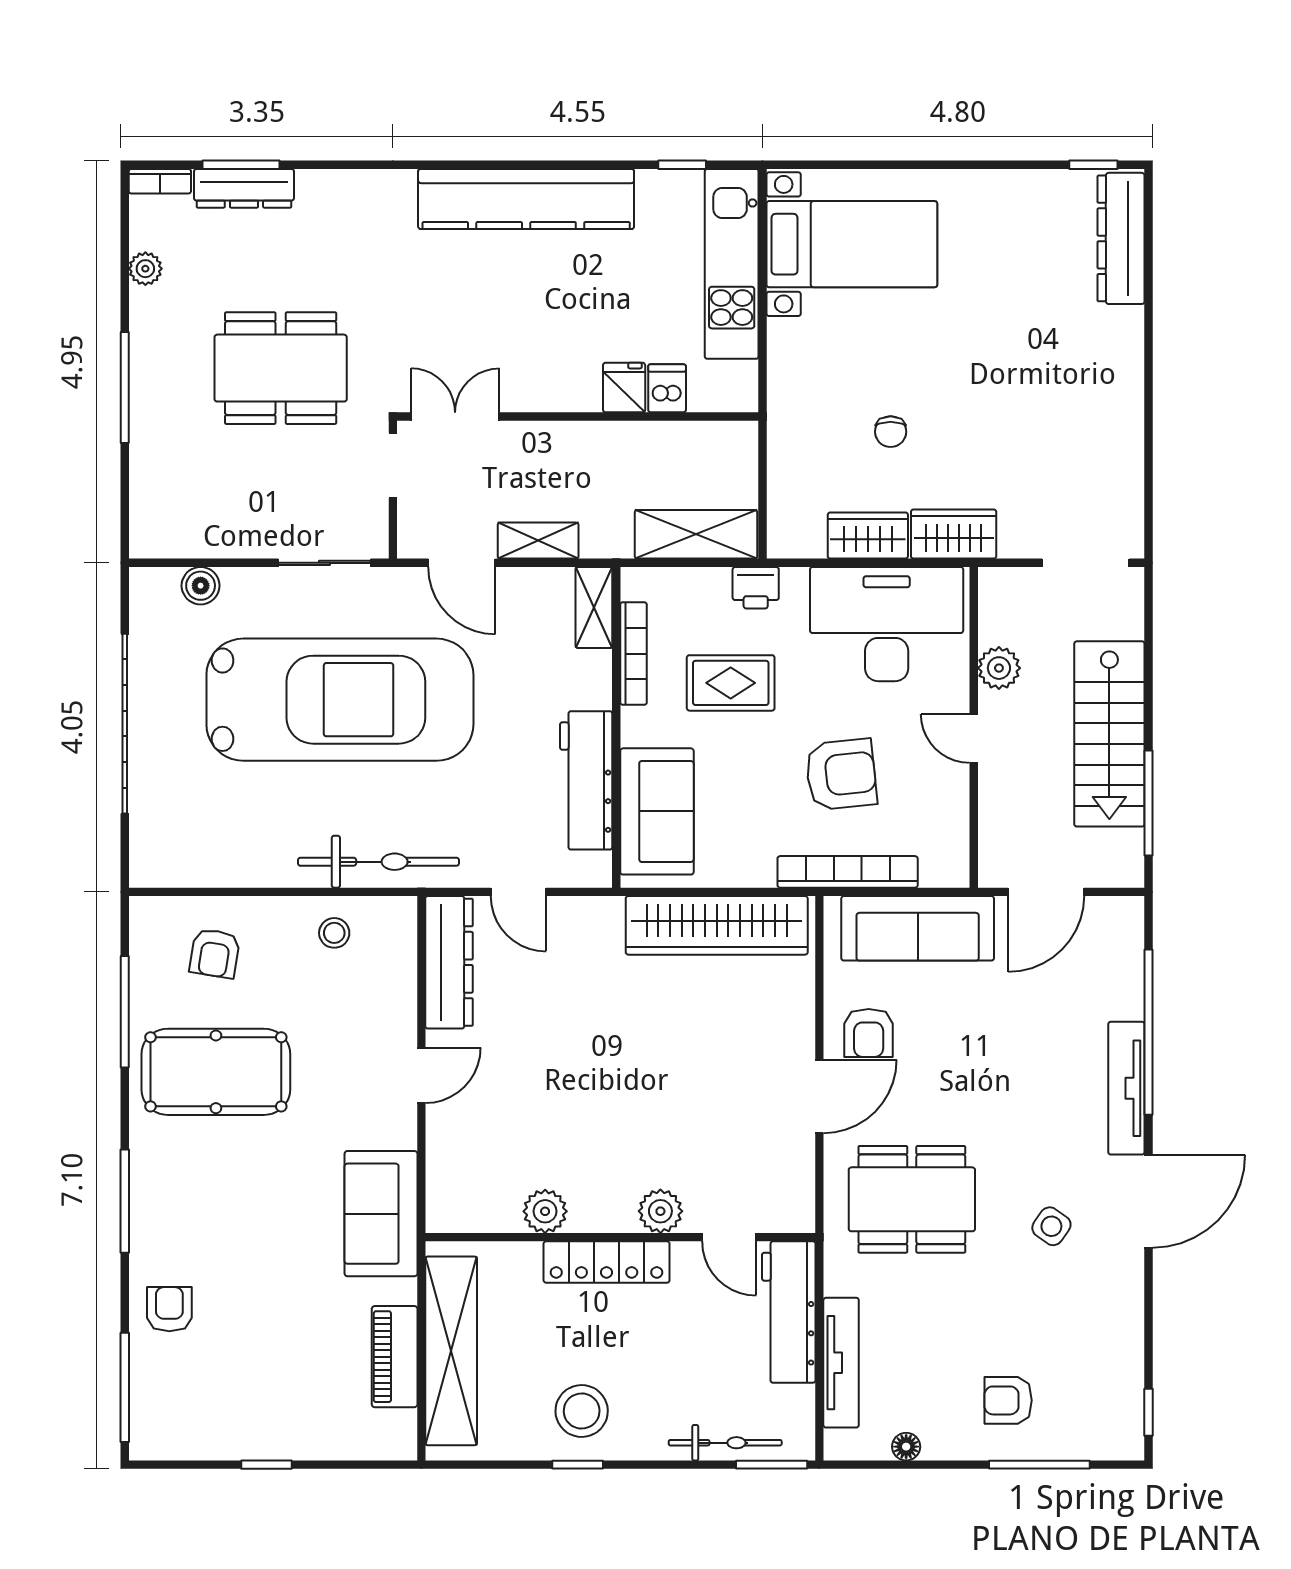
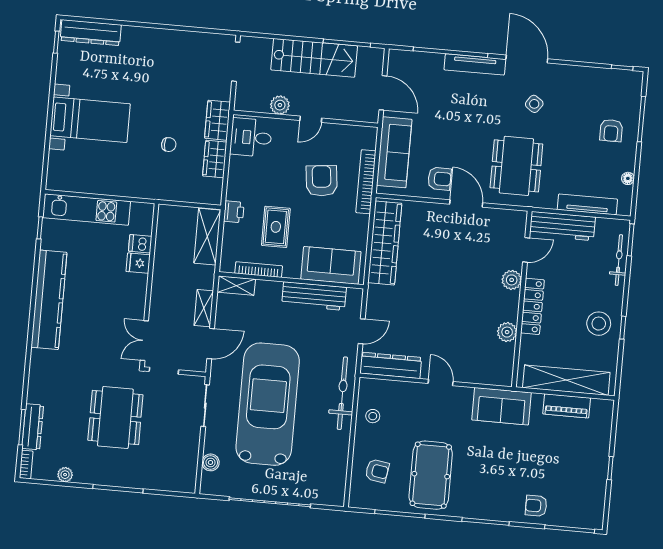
bed with nightstands: (852, 244) -> (90, 120), moved, turned 90
desk: (887, 624) -> (251, 137), width x0.53, depth x0.77

